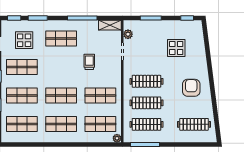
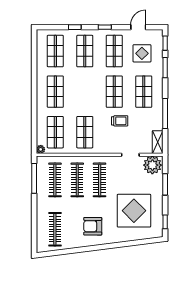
plant: (128, 34) -> (152, 165), width x1.87, depth x1.87
display table: (176, 48) -> (134, 211), width x1.86, depth x1.86
armchair: (191, 88) -> (93, 226), turned 180
shop shelf: (61, 96) -> (114, 92), moved

